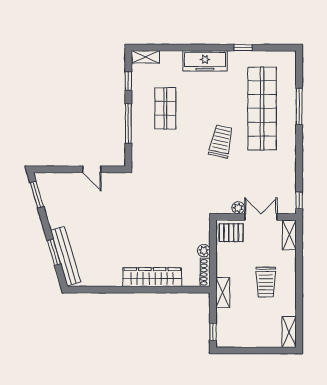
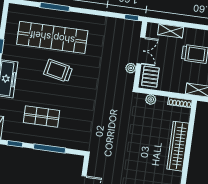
trolley: (221, 141) -> (58, 71), moved
double door: (261, 217) -> (141, 51), swing flipped
shelving: (289, 235) -> (171, 31), moved
plant: (204, 251) -> (151, 99), moved

